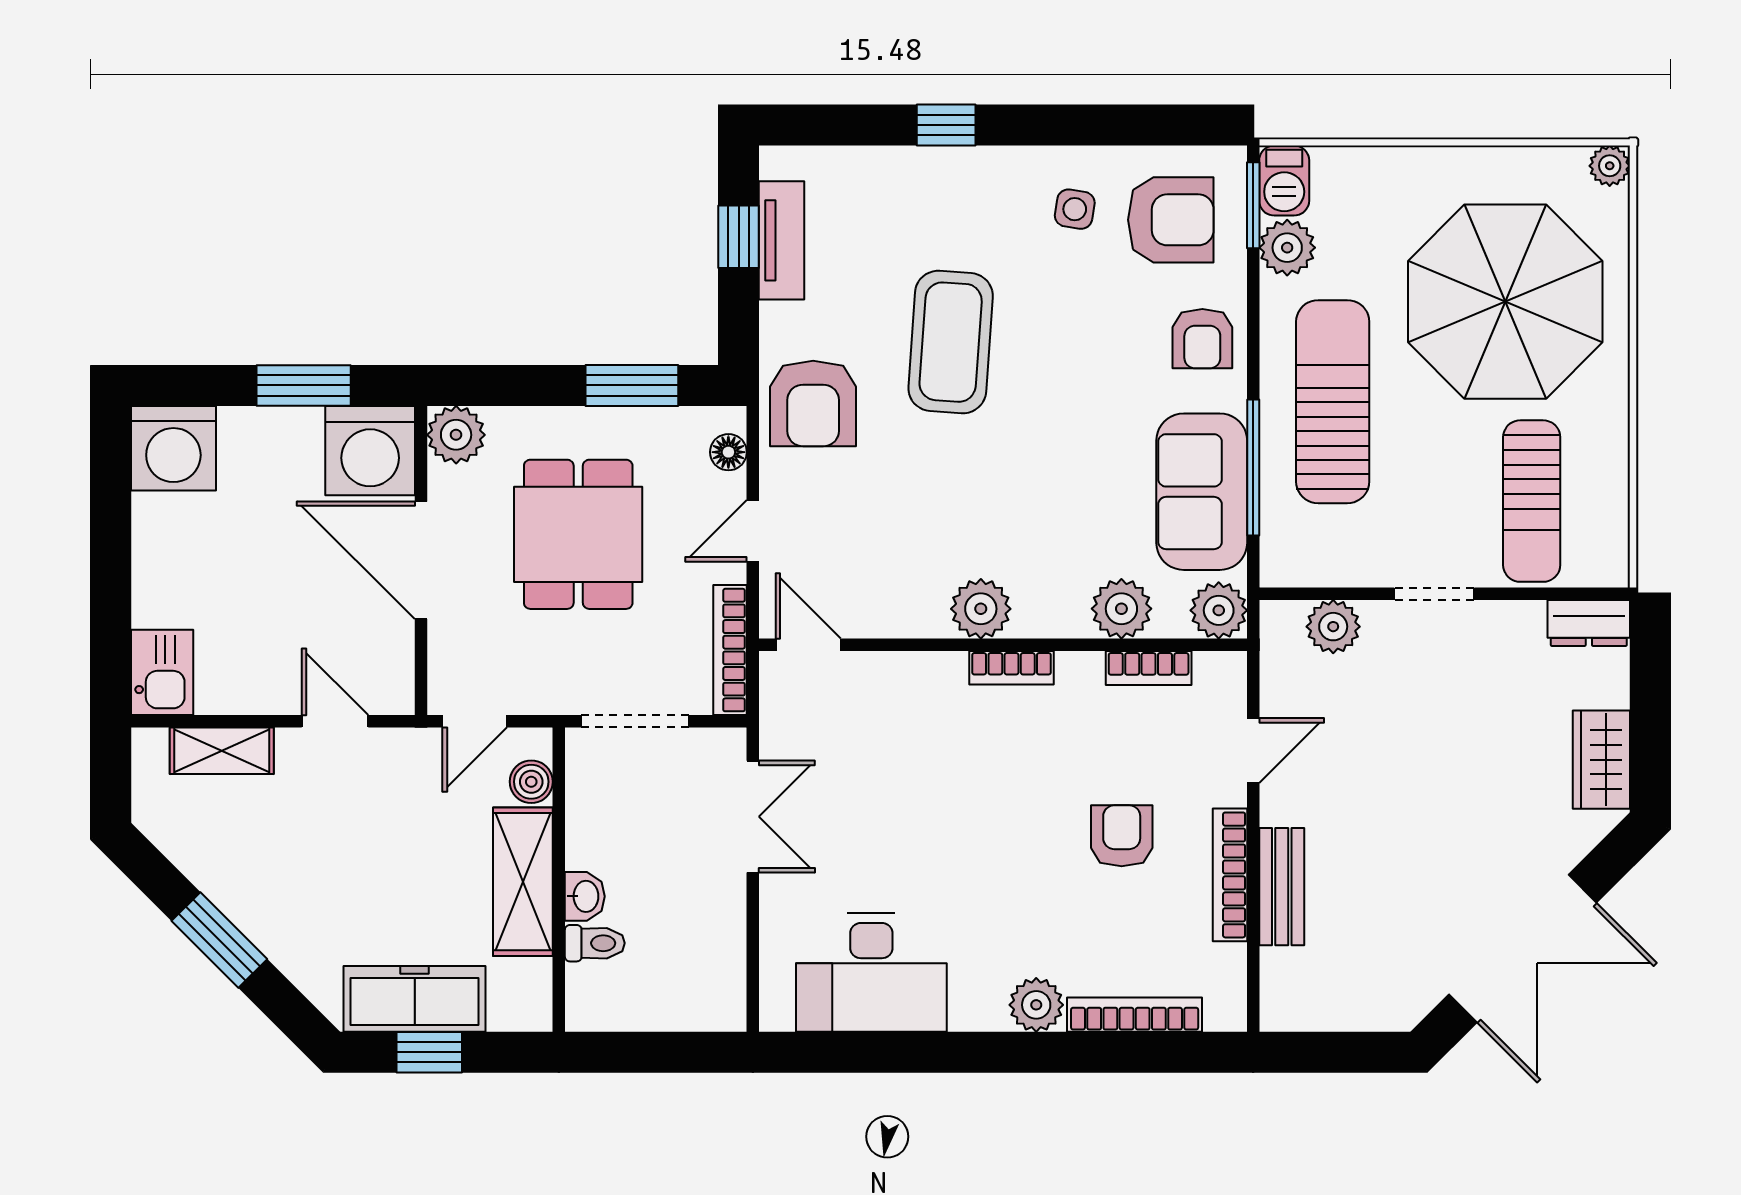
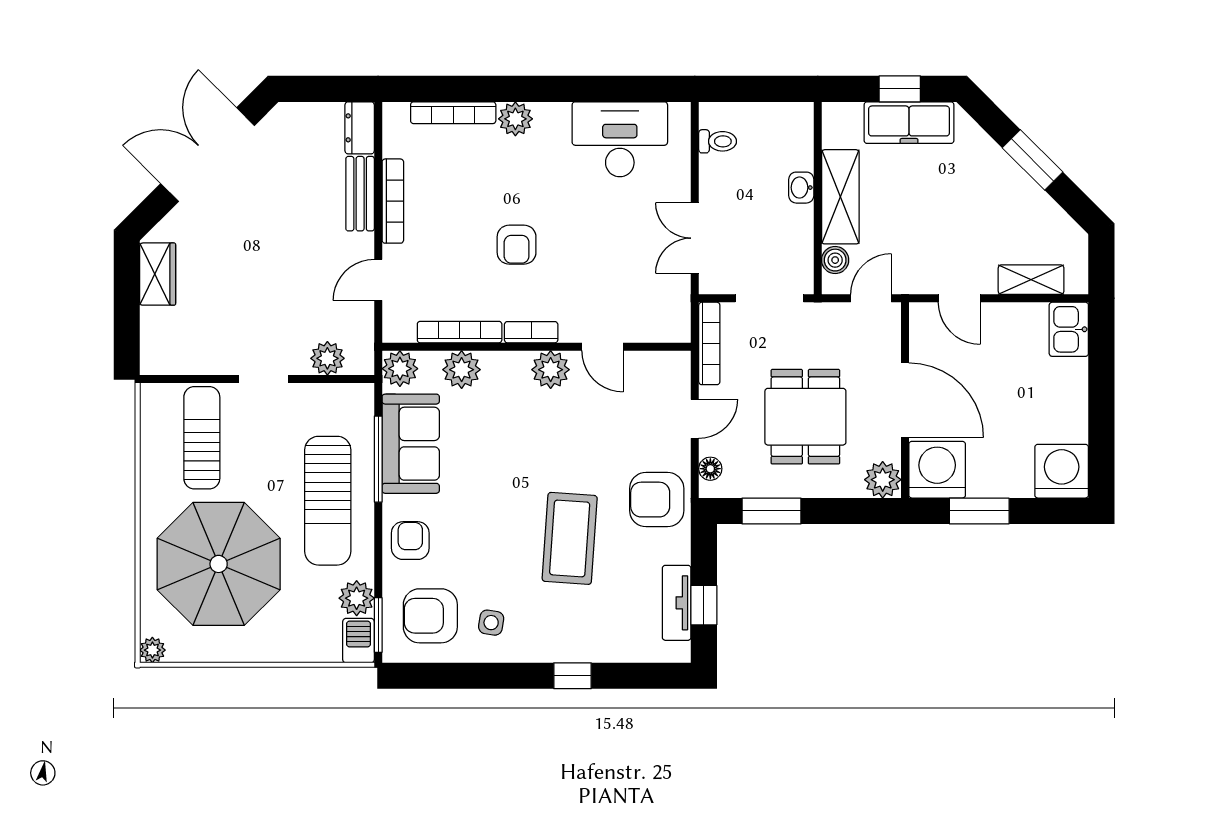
armchair: (813, 403) -> (657, 500), turned -90
dresser: (1589, 623) -> (360, 128), moved, turned -90
door: (808, 645) -> (603, 347), moved
bookcase: (1149, 668) -> (460, 332), width x1.56
armchair: (1122, 836) -> (517, 245), moved
toilet: (595, 943) -> (718, 141), moved, turned 180

